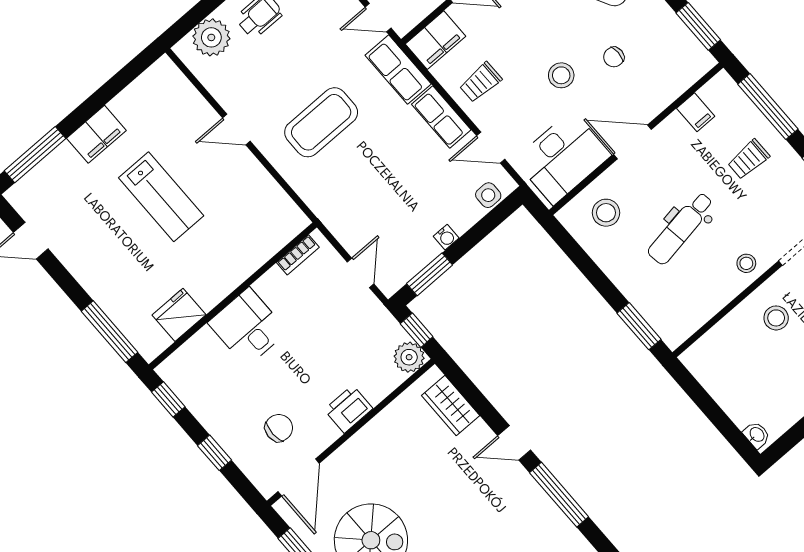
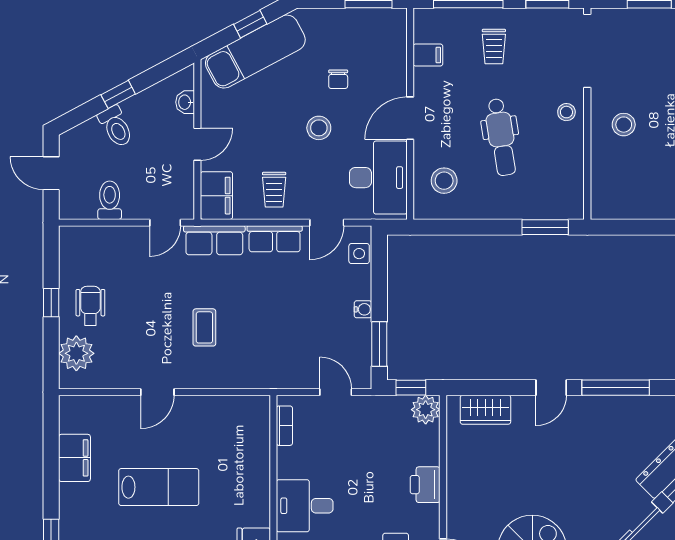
coffee table: (321, 122) -> (204, 327), width x0.54, depth x0.58
filing cabinet: (96, 134) -> (75, 458), moved

